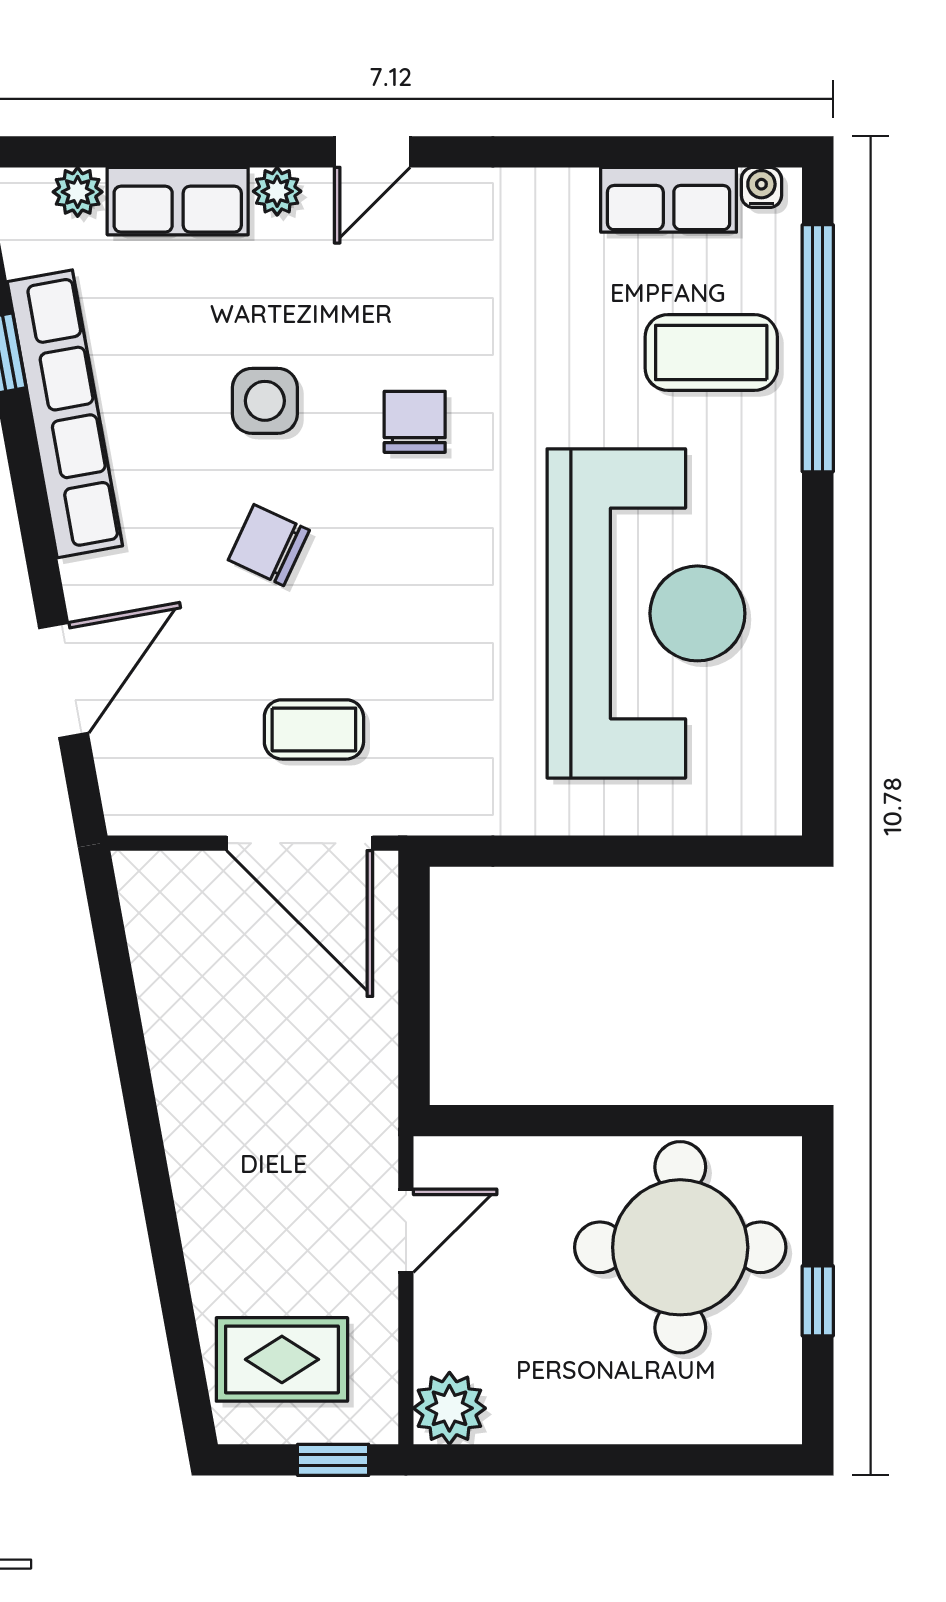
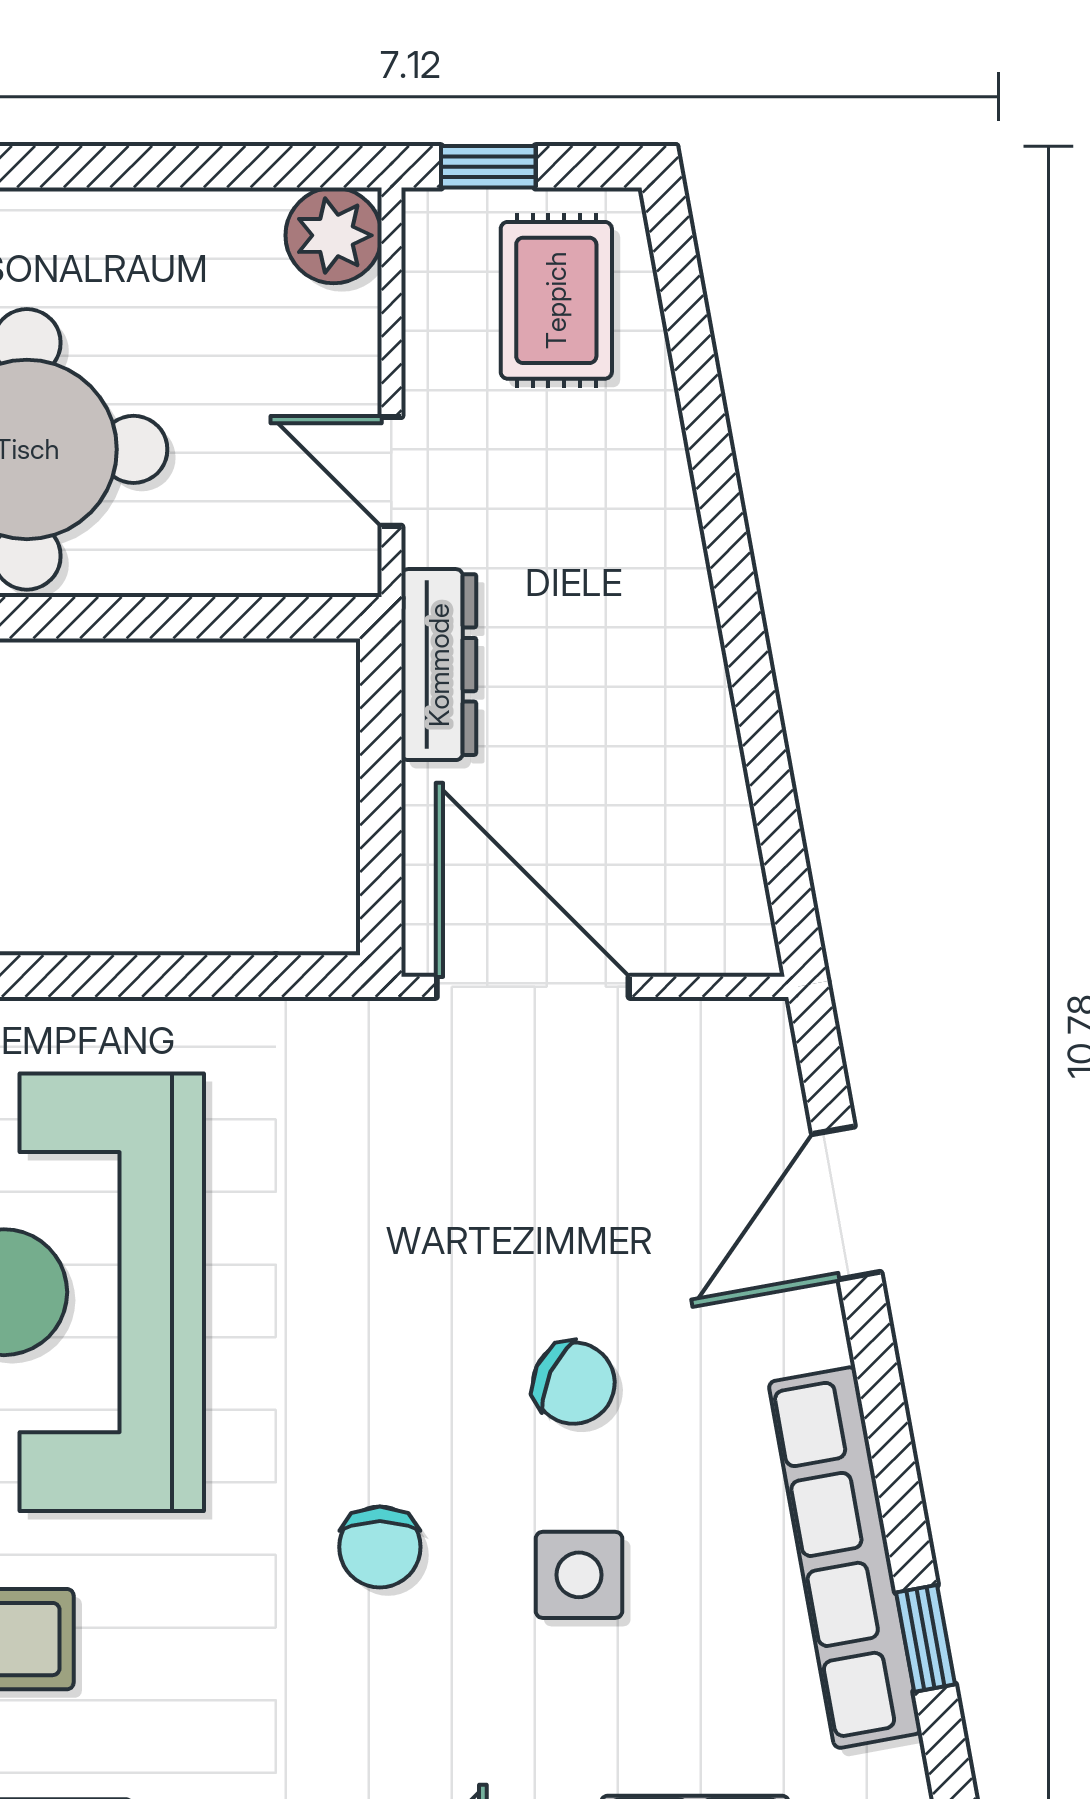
coffee table: (314, 729) -> (514, 1138), removed
dresser: (370, 1086) -> (439, 665), added
door: (406, 1231) -> (391, 471), hinge flipped
rug: (282, 1359) -> (556, 300), turned 90

